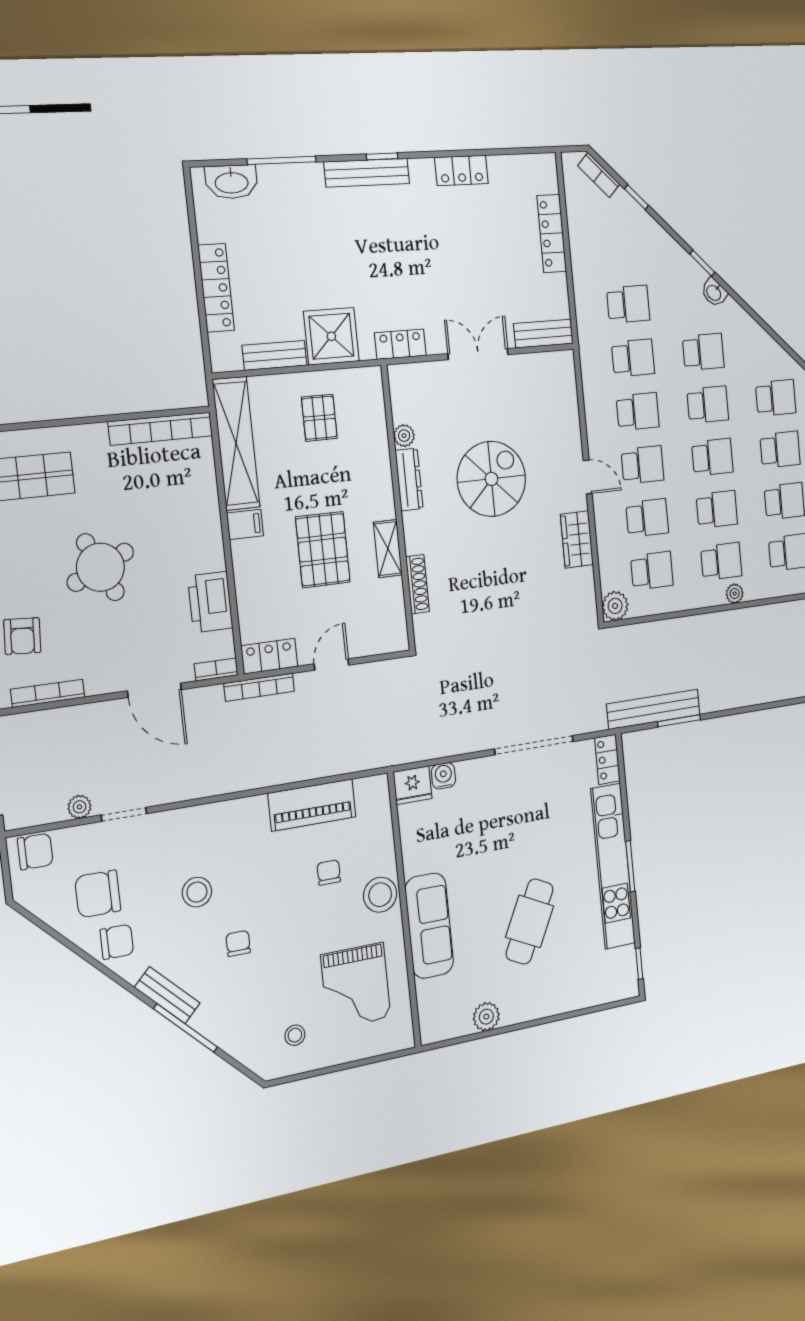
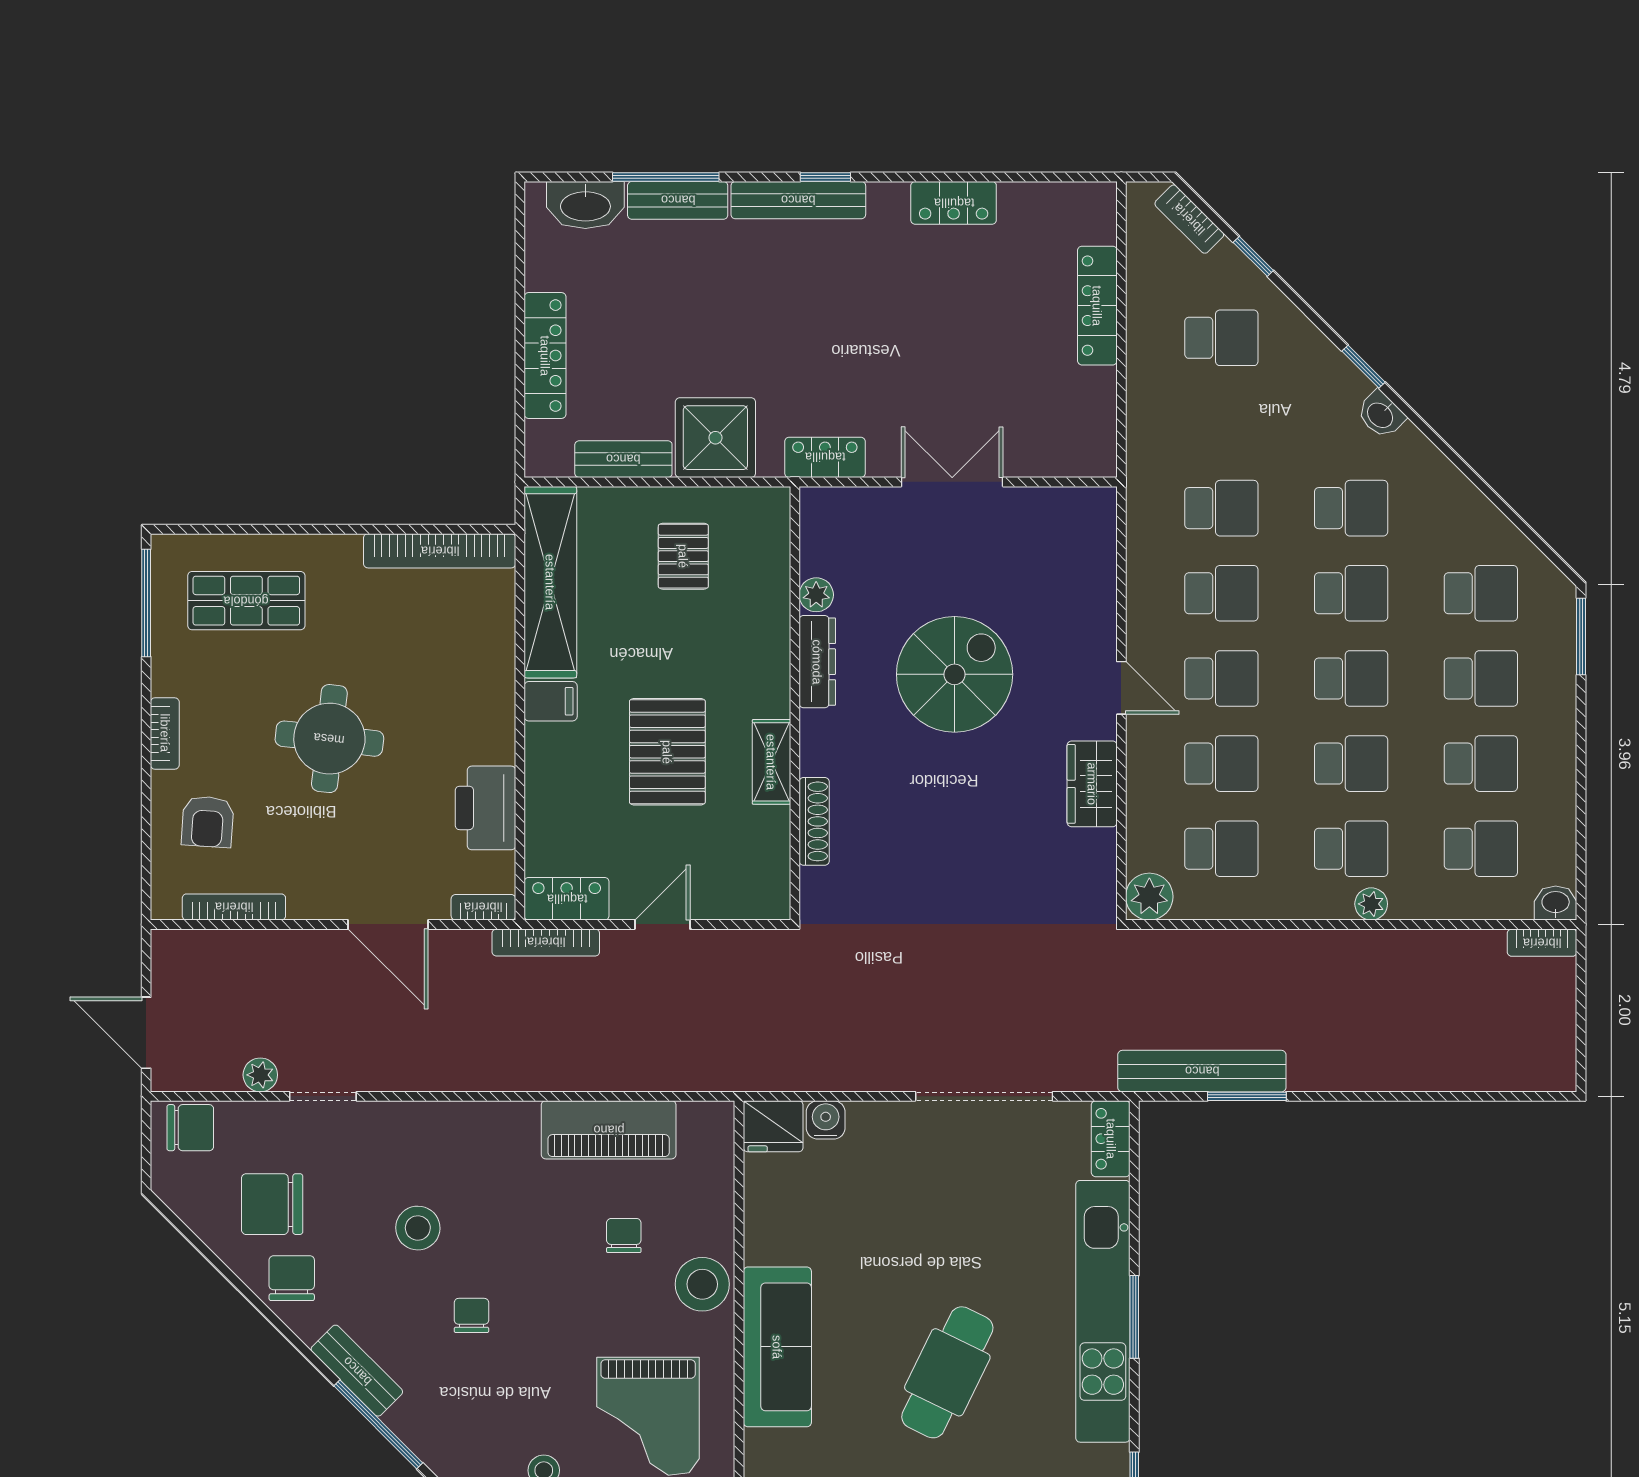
school desk: (628, 304) -> (1221, 338), moved
bench: (543, 334) -> (678, 200), moved
round table: (100, 567) -> (329, 739), turned 31
chair: (117, 942) -> (292, 1278), turned -90

